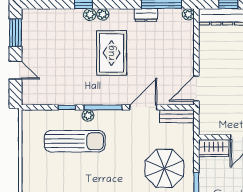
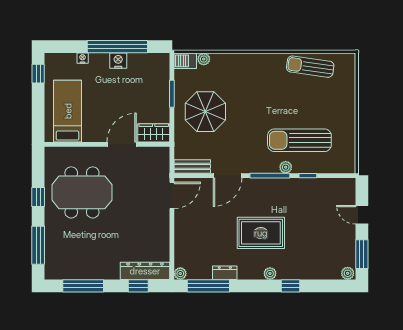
plant: (90, 15) -> (348, 273), moved
rug: (112, 53) -> (261, 233), turned 90

